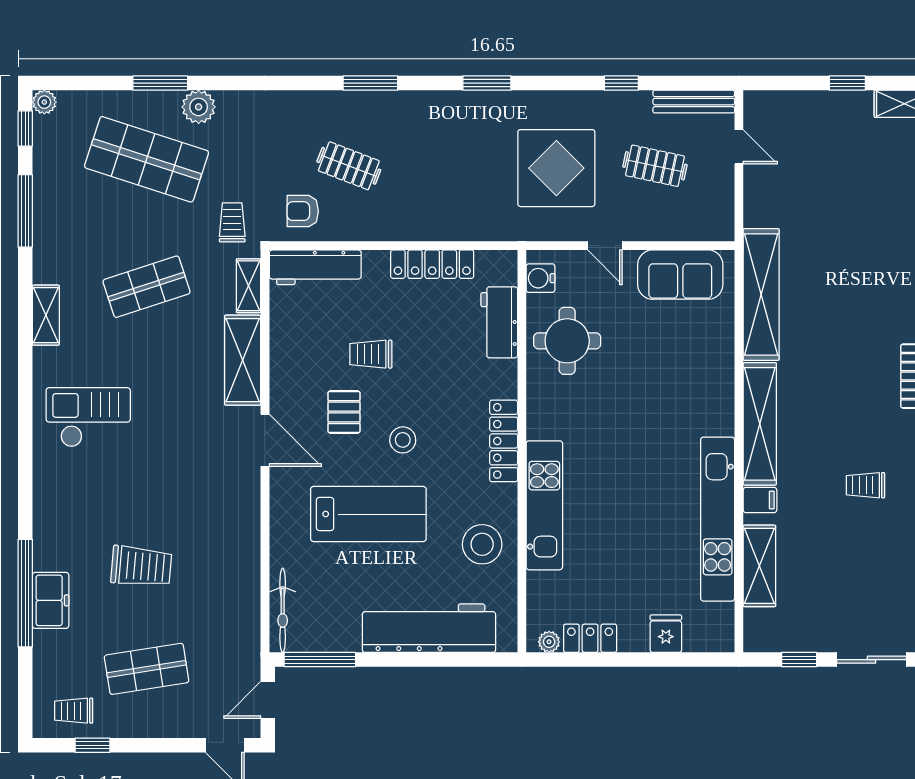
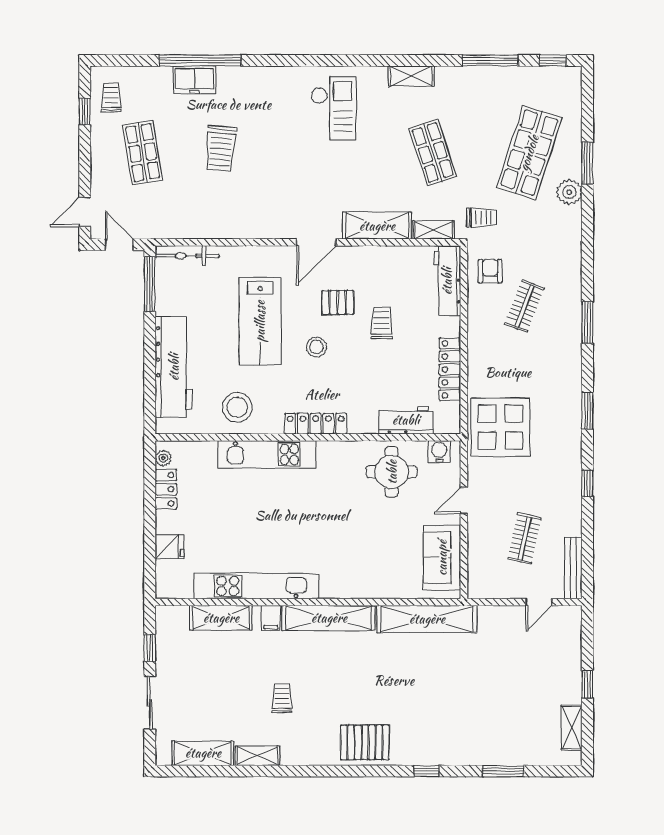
window: (621, 83) -> (587, 484), moved
plant: (44, 102) -> (573, 75), removed
display table: (556, 168) -> (501, 427), moved

